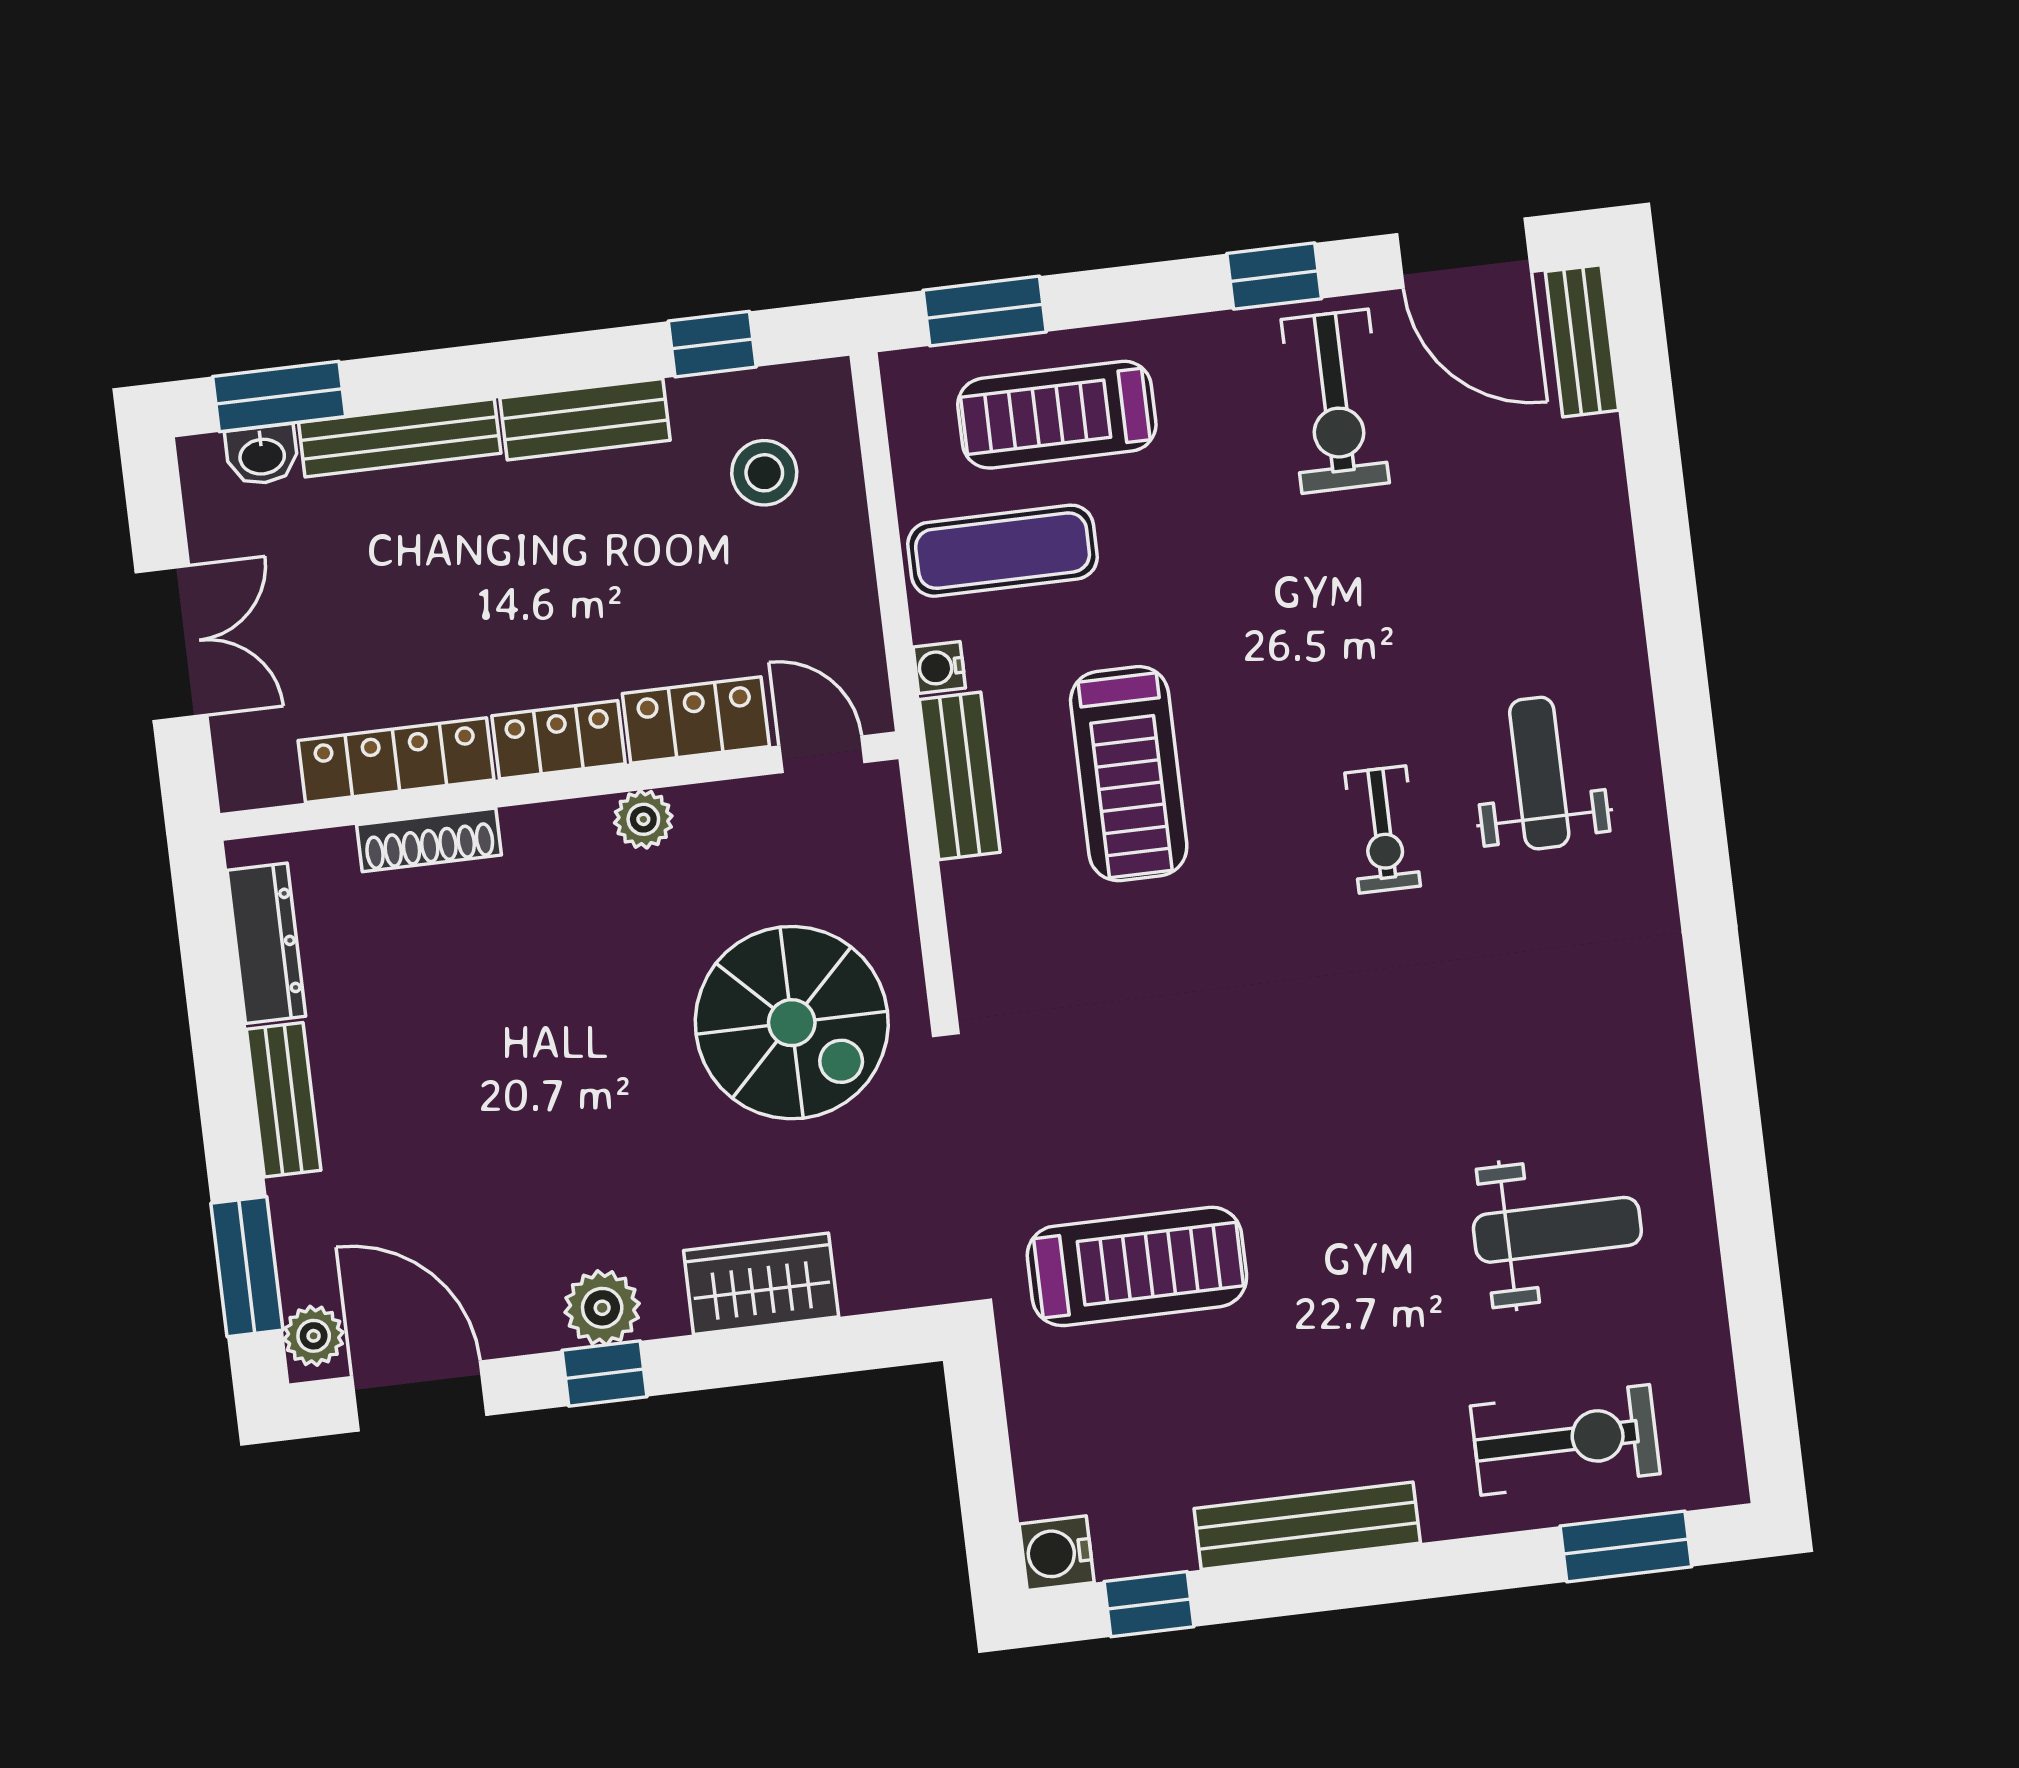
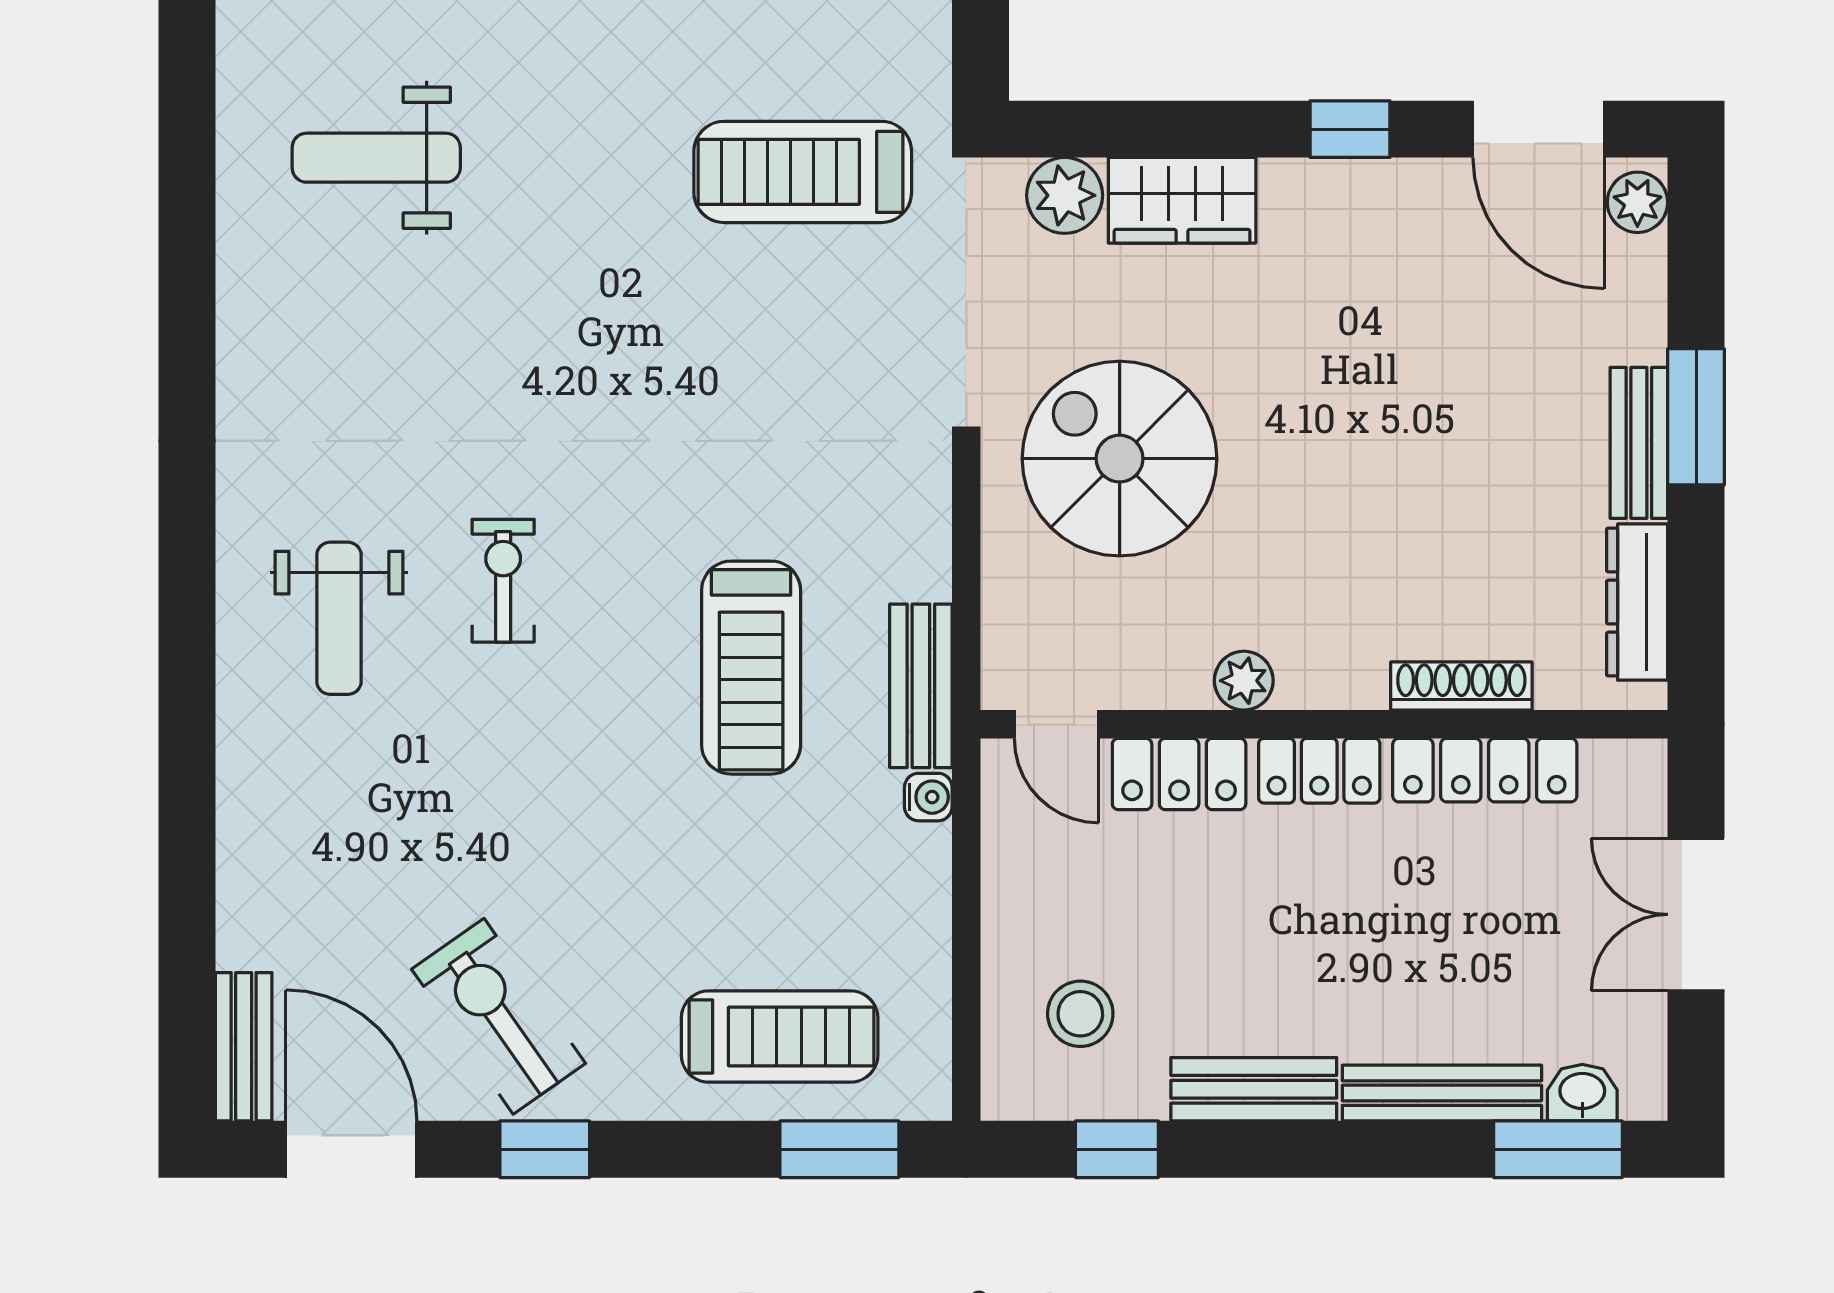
exercise bike: (1335, 401) -> (499, 1016), turned -35
exercise mat: (1003, 551) -> (851, 907), removed
treadmill: (1129, 774) -> (751, 668), turned 180
window: (247, 1267) -> (1696, 417), moved
plant: (602, 1308) -> (1065, 195), moved

